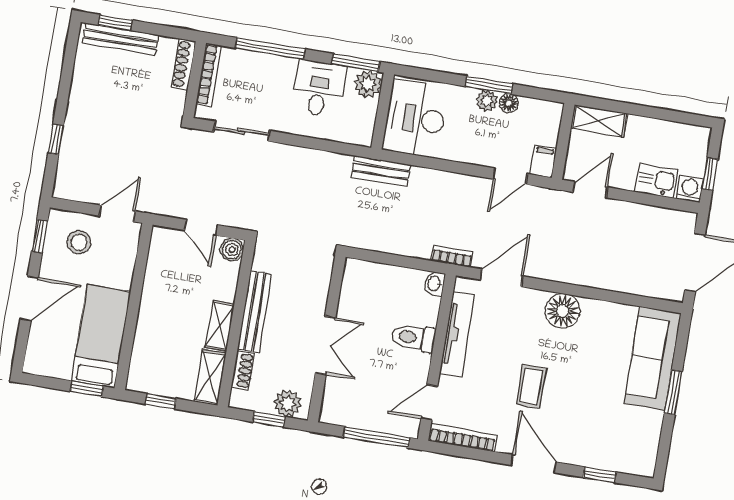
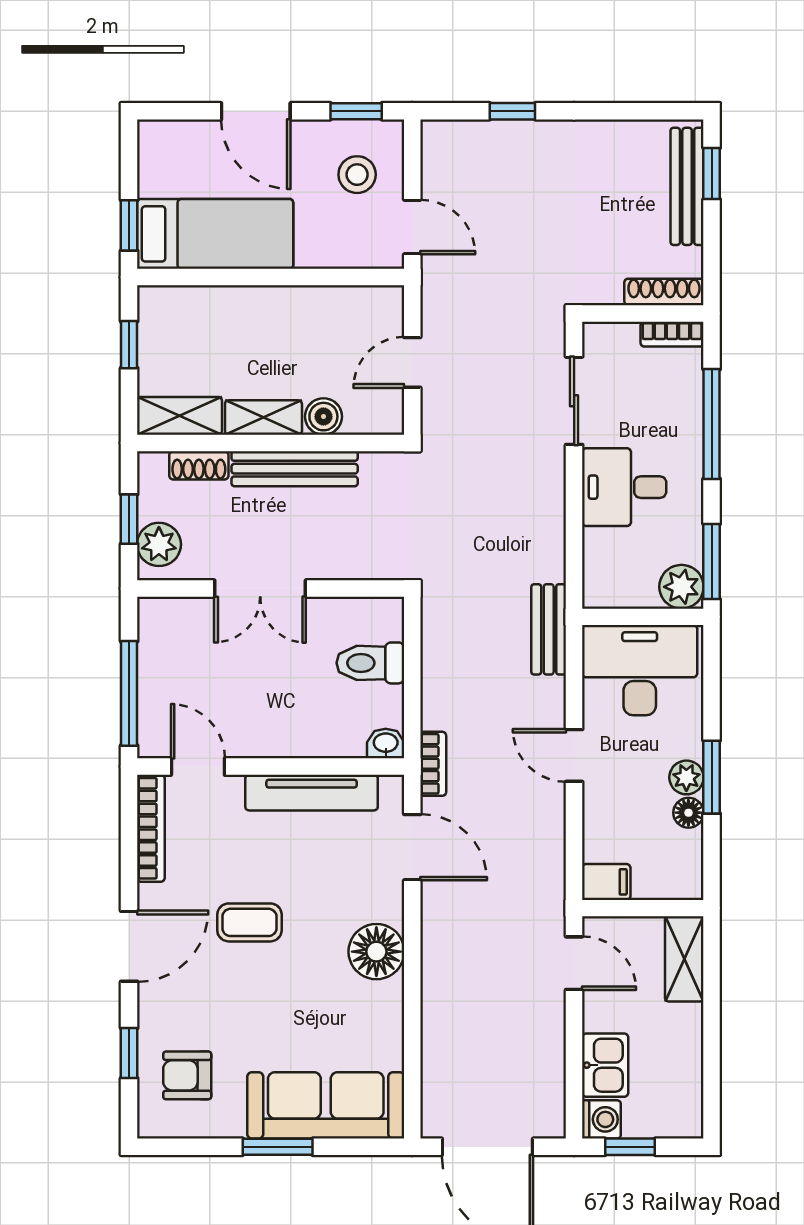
bookcase: (209, 75) -> (672, 334), width x0.64
desk: (319, 89) -> (624, 487), moved, turned 180
door: (510, 176) -> (574, 755), moved
boiler: (232, 250) -> (323, 417), moved
toilet: (413, 338) -> (370, 663), moved, turned -90
armchair: (620, 441) -> (187, 1075), added

